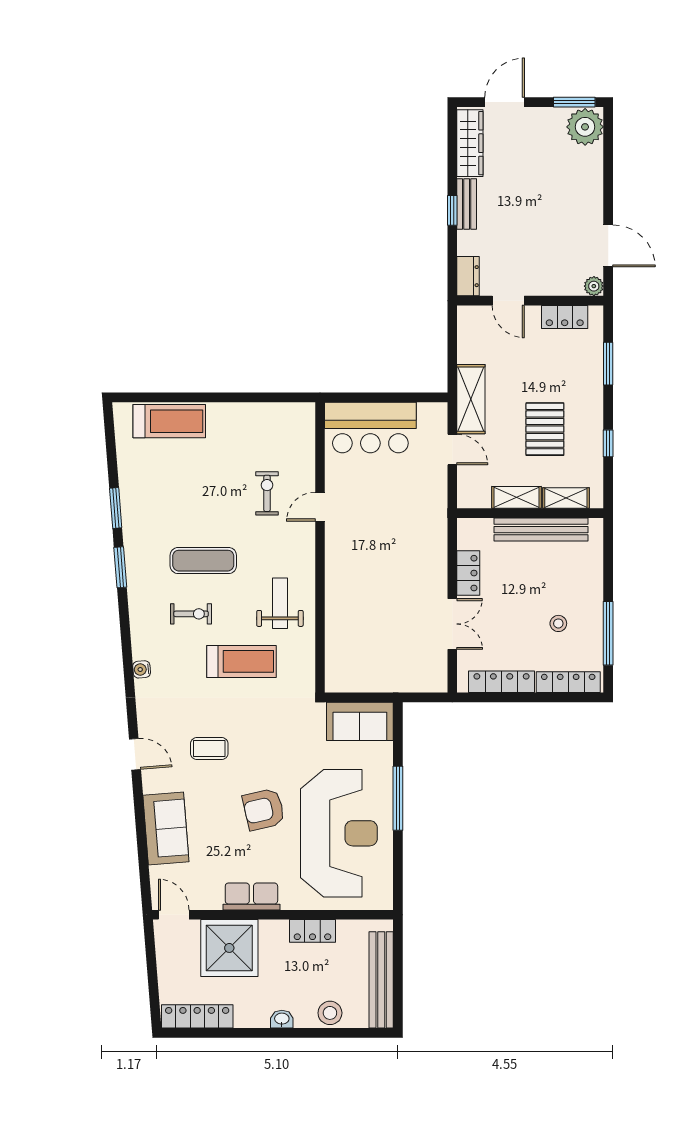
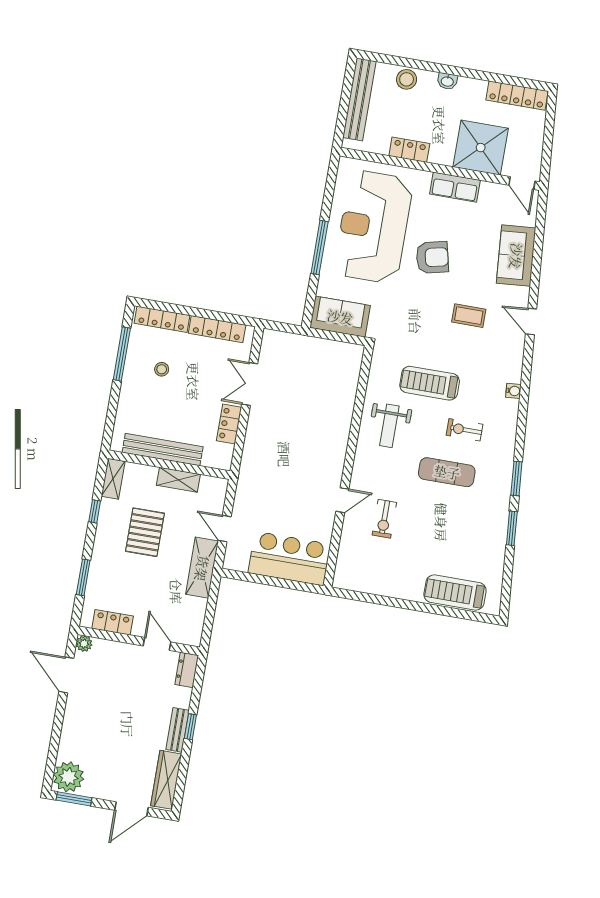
shelving: (566, 498) -> (113, 479), moved, turned 90

